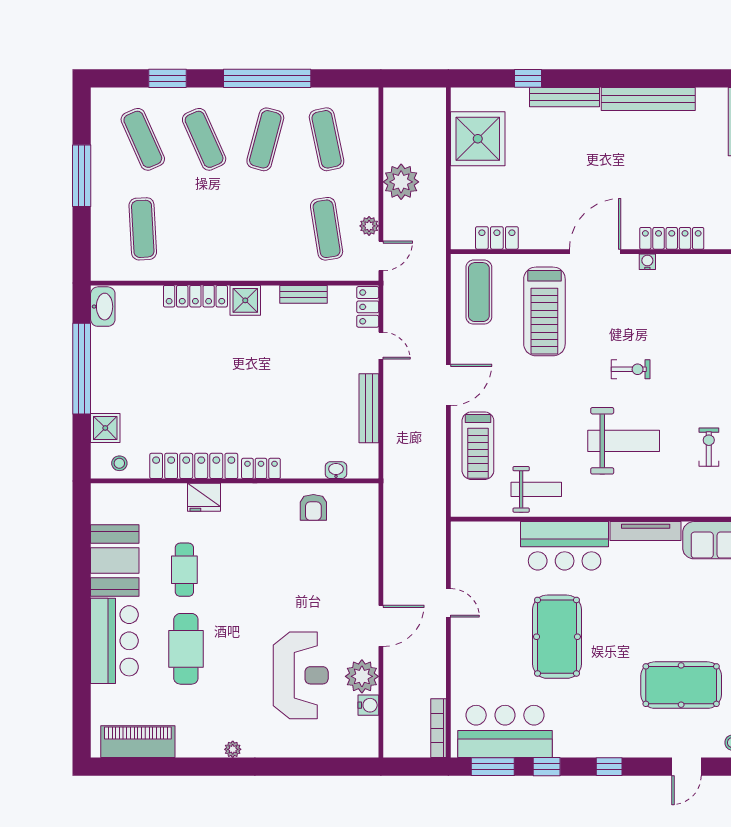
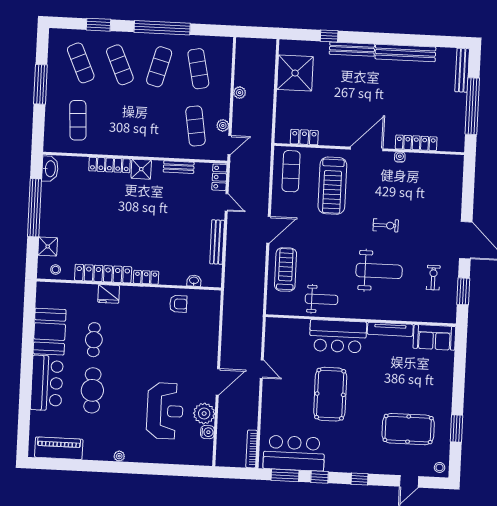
plant: (401, 182) -> (240, 93), width x0.53, depth x0.53
treadmill: (478, 446) -> (286, 269), turned 180
armchair: (313, 507) -> (178, 304), turned -90

